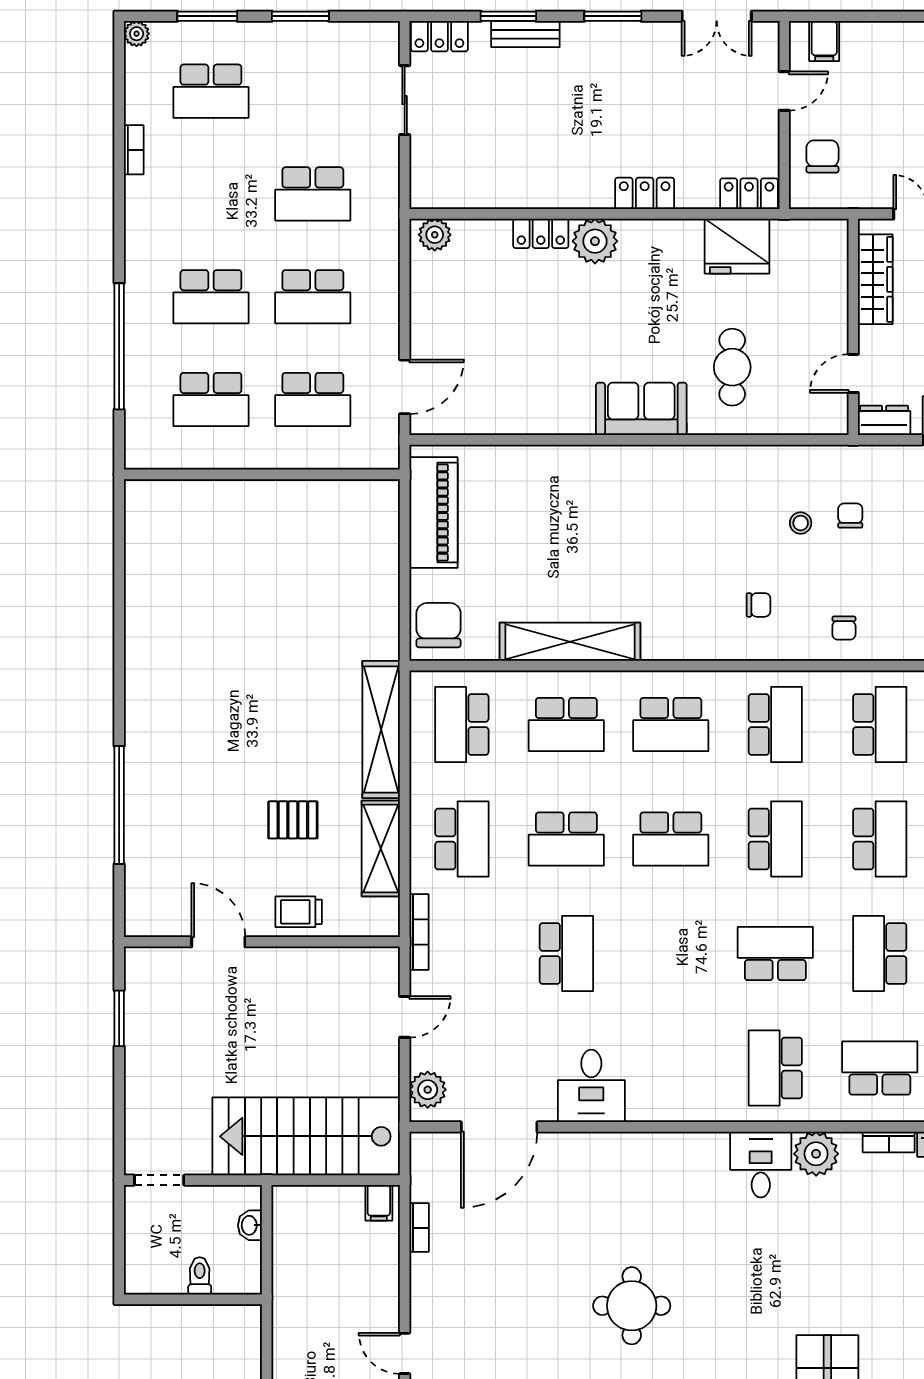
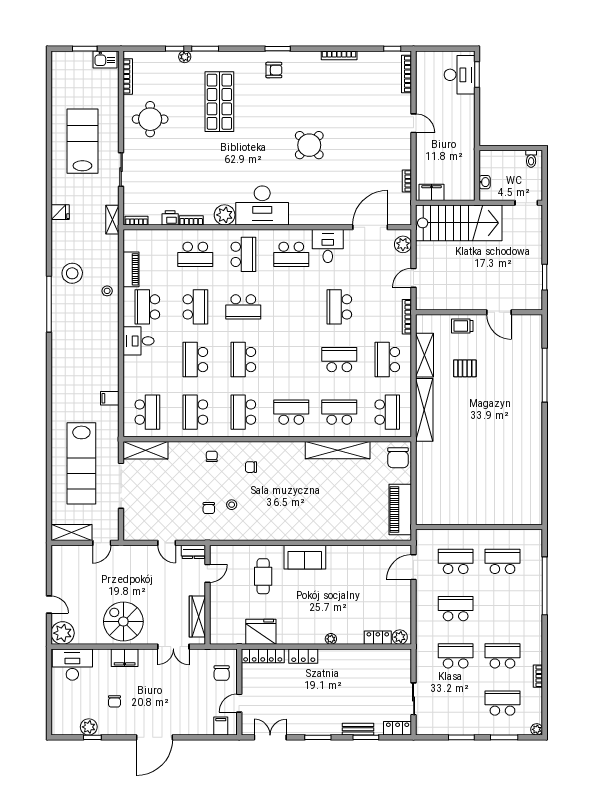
locker: (749, 194) -> (263, 656), width x1.53
locker: (541, 233) -> (378, 638), moved
plant: (595, 241) -> (331, 639), width x0.53, depth x0.53
school desk: (211, 297) -> (502, 656), moved
school desk: (671, 839) -> (291, 254), moved, turned 180
trolley: (299, 912) -> (462, 326), turned 180
desk: (761, 1164) -> (262, 205), width x1.87, depth x1.30
filing cabinet: (379, 1203) -> (432, 192), width x2.00
toilet: (200, 1276) -> (531, 159), moved
round table: (632, 1306) -> (309, 145), turned 45

